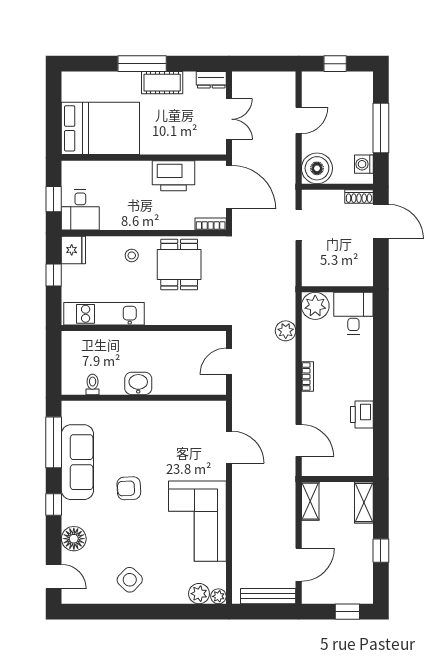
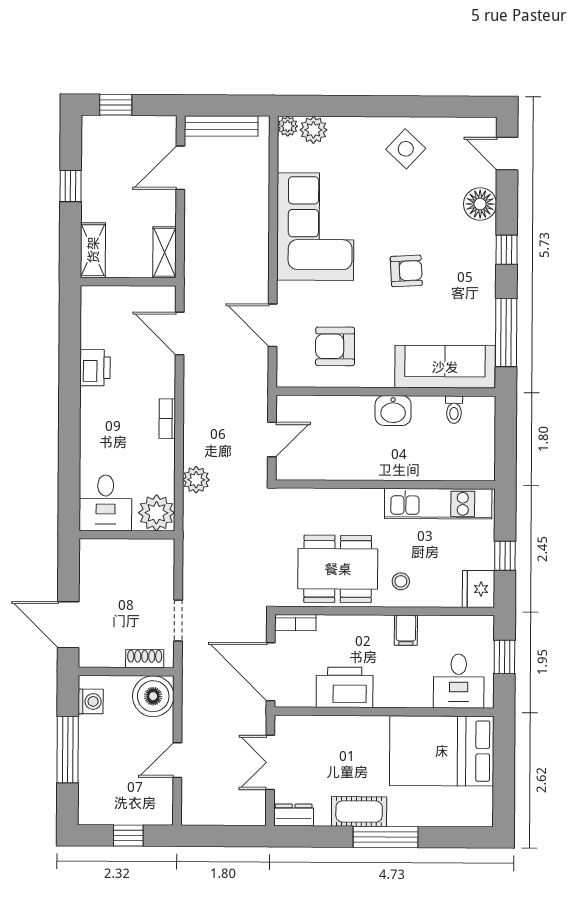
shoe rack: (359, 196) -> (145, 659), moved
desk: (80, 210) -> (459, 681), moved, turned 180
filing cabinet: (128, 219) -> (406, 630), added
dining table: (179, 265) -> (338, 569), width x1.38
armchair: (182, 431) -> (335, 346), added
sofa: (77, 462) -> (445, 367), moved, turned 90

